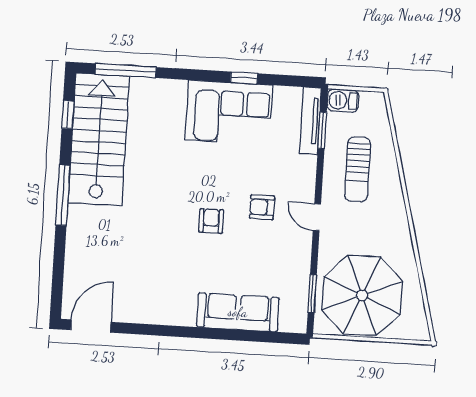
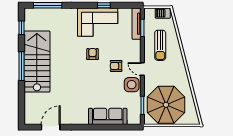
barbecue: (343, 100) -> (163, 13), moved
stairs: (99, 139) -> (37, 62), moved
armchair: (211, 221) -> (92, 54), moved
side table: (292, 249) -> (132, 85), added
door: (91, 326) -> (51, 127), moved

